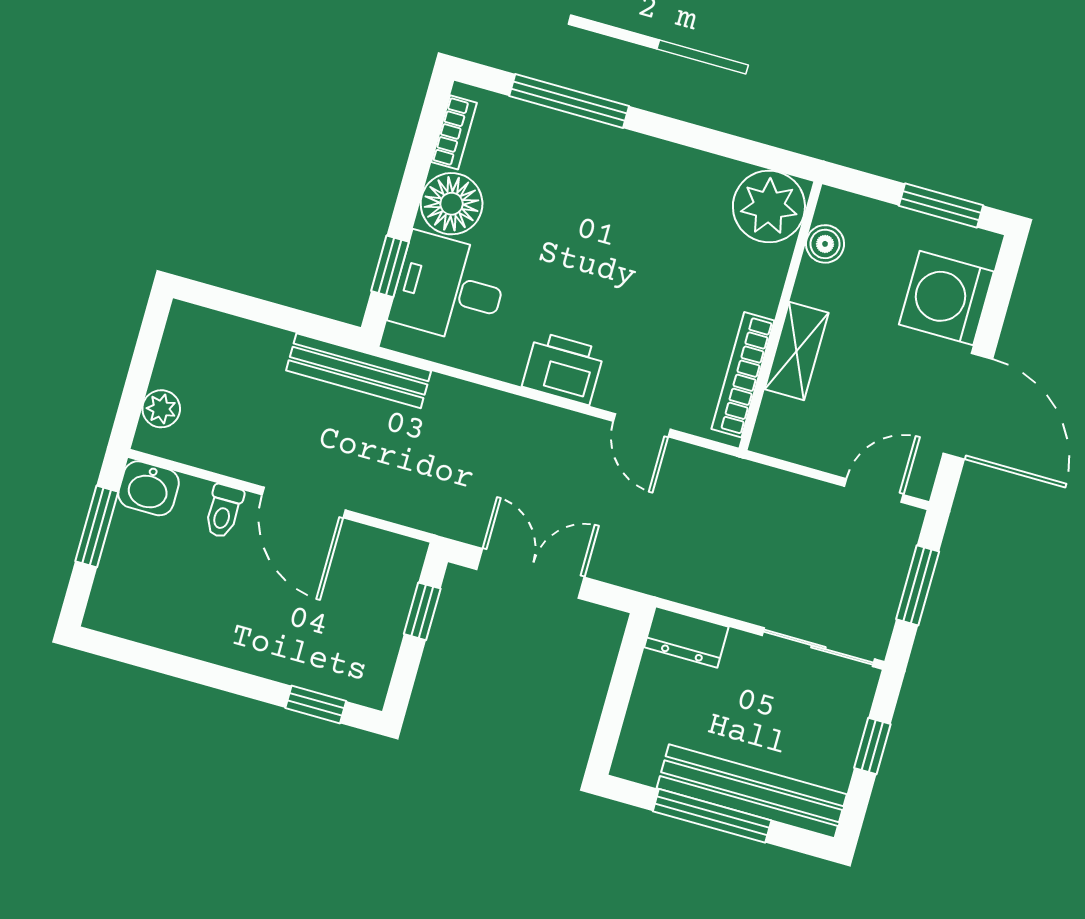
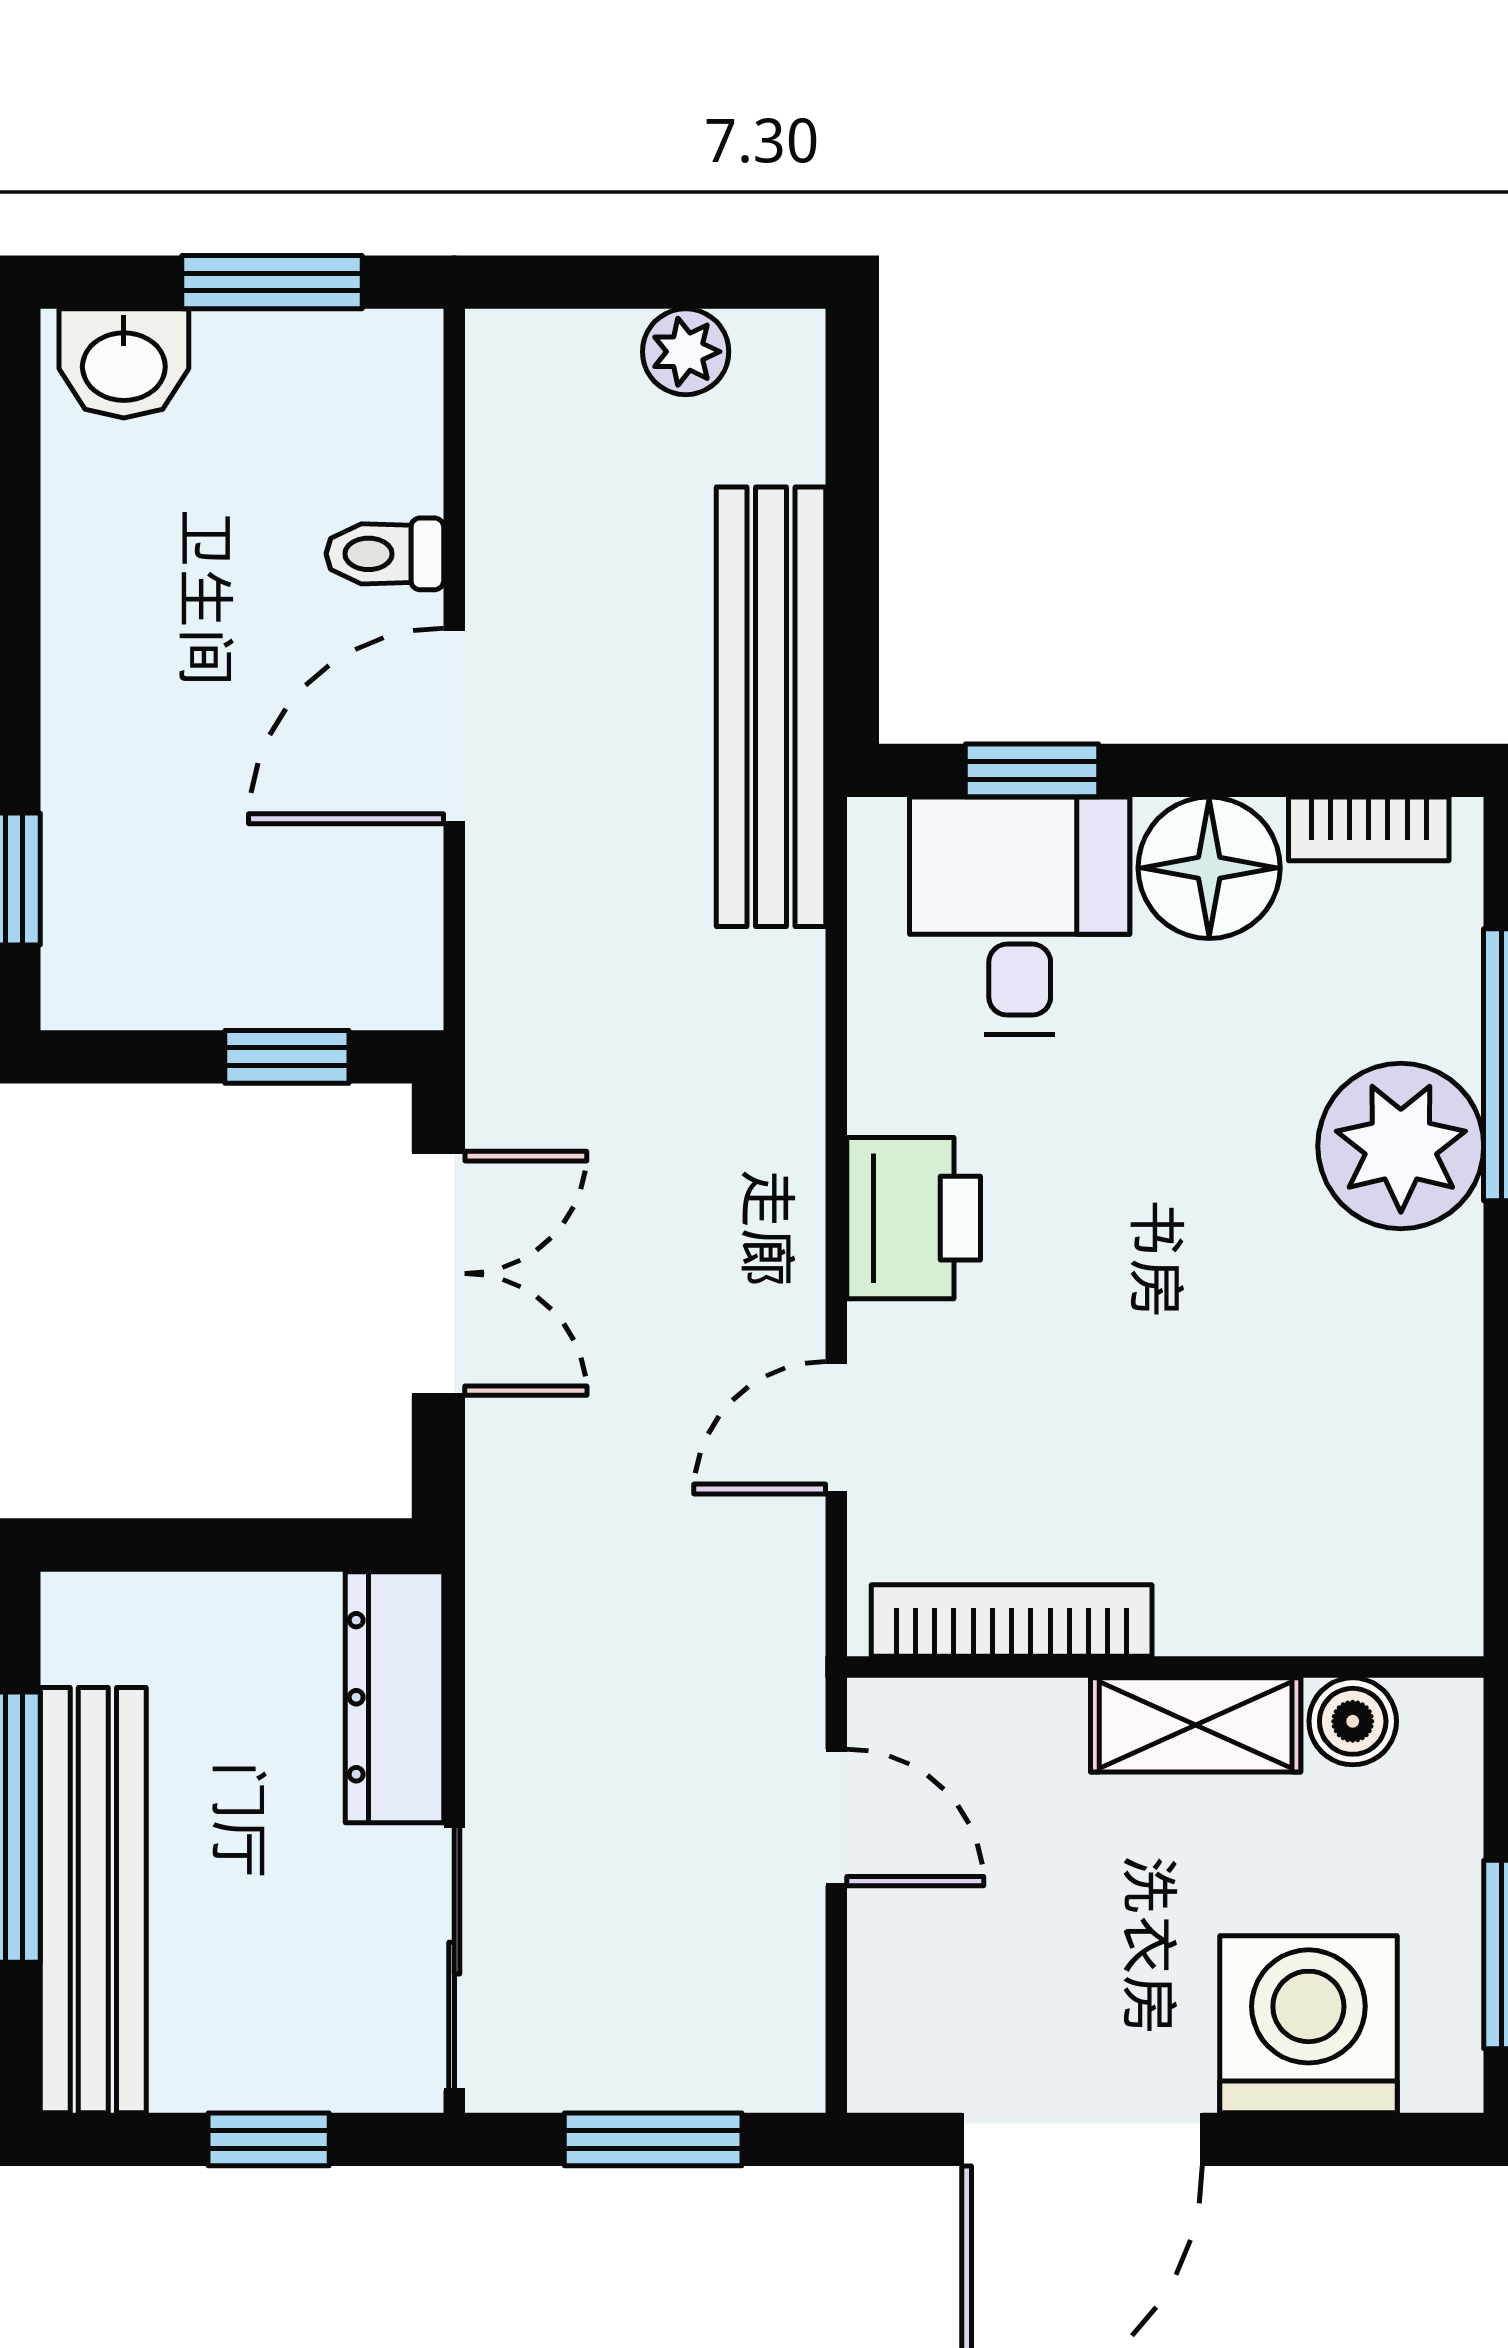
plant: (769, 206) -> (1401, 1146), moved
shelving: (797, 351) -> (1196, 1725), moved
bench: (359, 371) -> (771, 707), width x1.37, depth x1.21
plant: (161, 409) -> (686, 352), moved
washbasin: (149, 488) -> (124, 363), moved, turned -90
door: (874, 490) -> (836, 1817), moved
dresser: (686, 637) -> (395, 1697), width x1.44

